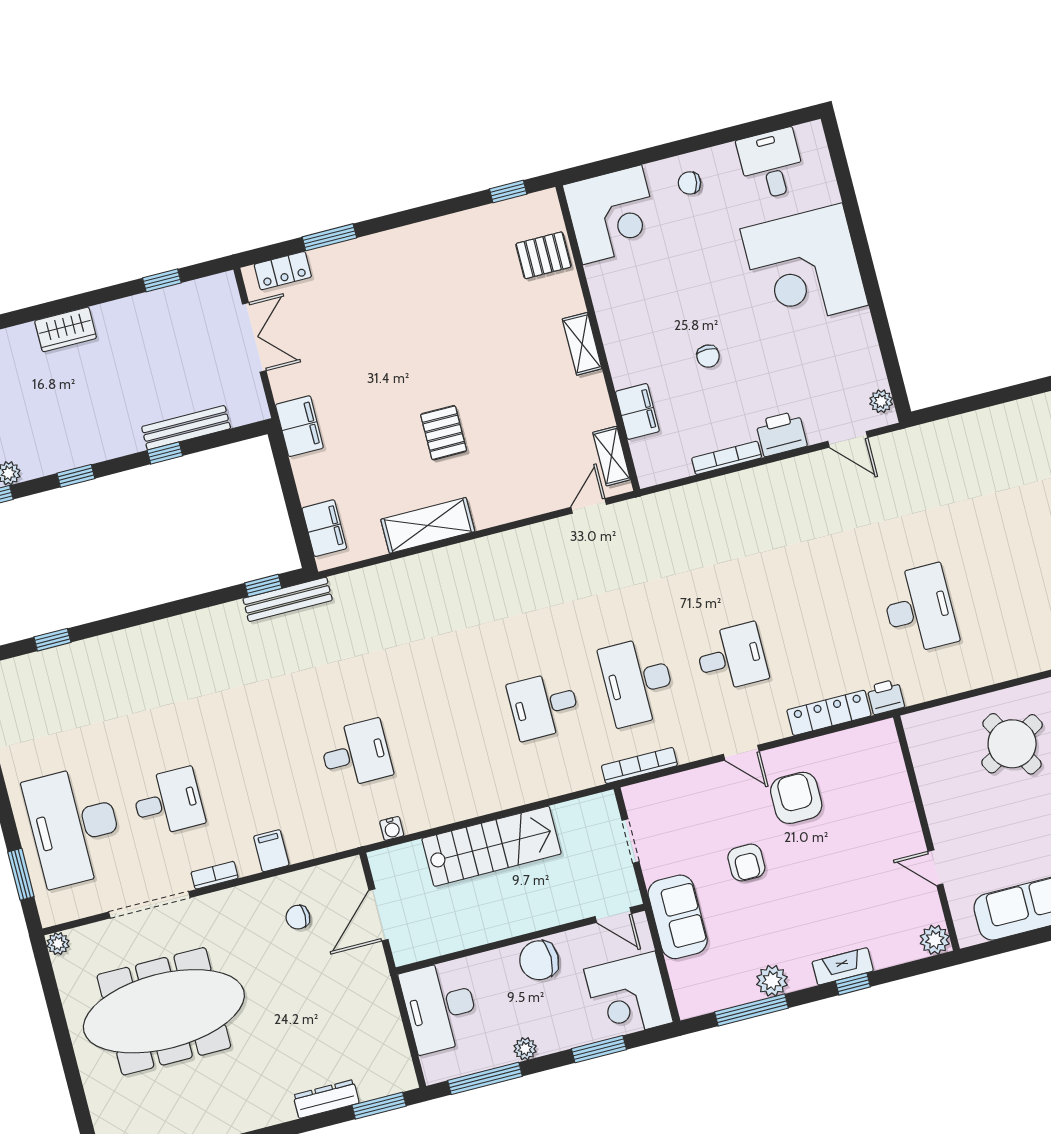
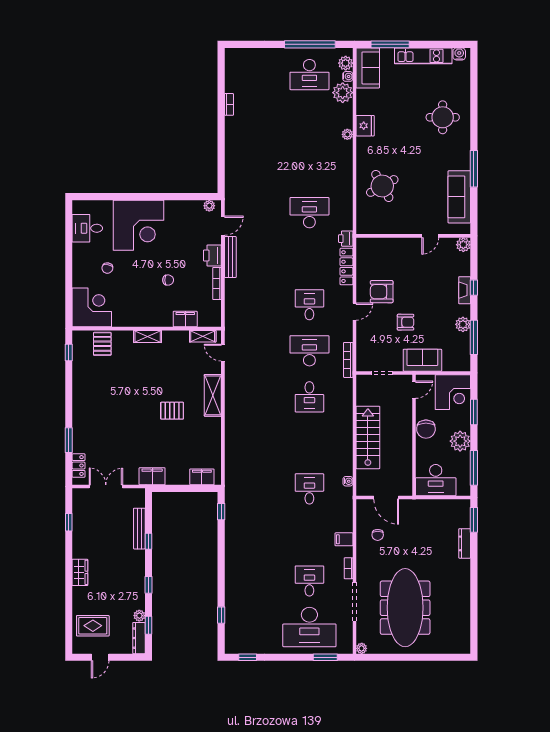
chair: (689, 183) -> (107, 268), moved
shelving: (428, 525) -> (213, 395), moved
bench: (288, 599) -> (230, 257), moved
desk: (638, 681) -> (309, 351), turned 180
plant: (525, 1049) -> (460, 441), width x1.88, depth x1.88

